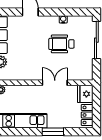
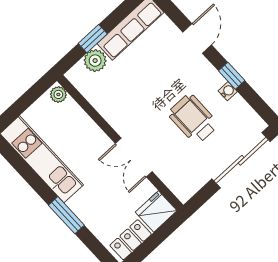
window: (58, 12) -> (232, 76), added
double door: (55, 83) -> (134, 158), swing flipped

